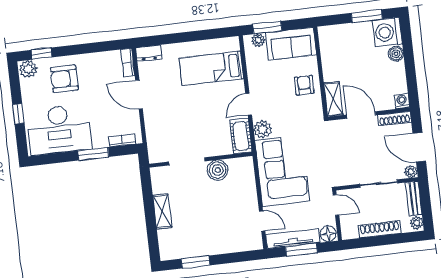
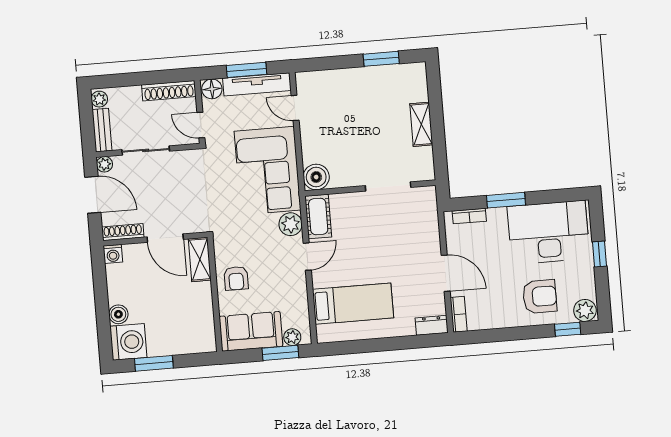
boiler: (218, 170) -> (316, 177), moved
shoe rack: (380, 229) -> (169, 91), moved

